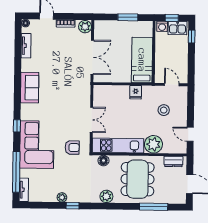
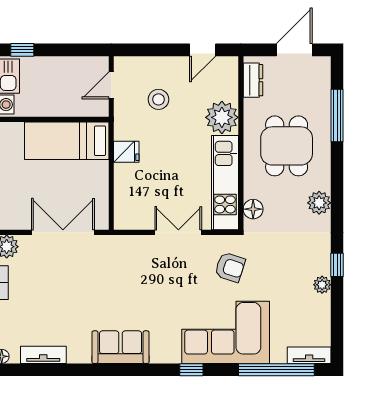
armchair: (72, 148) -> (230, 267), turned 108
dining table: (138, 179) -> (287, 146), width x0.73

